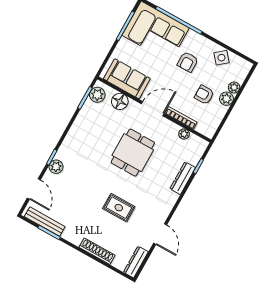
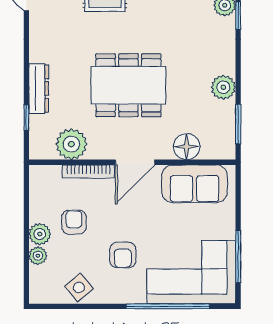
armchair: (188, 62) -> (123, 255), turned 180
plant: (97, 95) -> (223, 87), moved
armchair: (204, 95) -> (74, 222), turned -90
plant: (184, 134) -> (71, 144), width x1.88, depth x1.88
dining table: (133, 153) -> (128, 85), width x1.38

